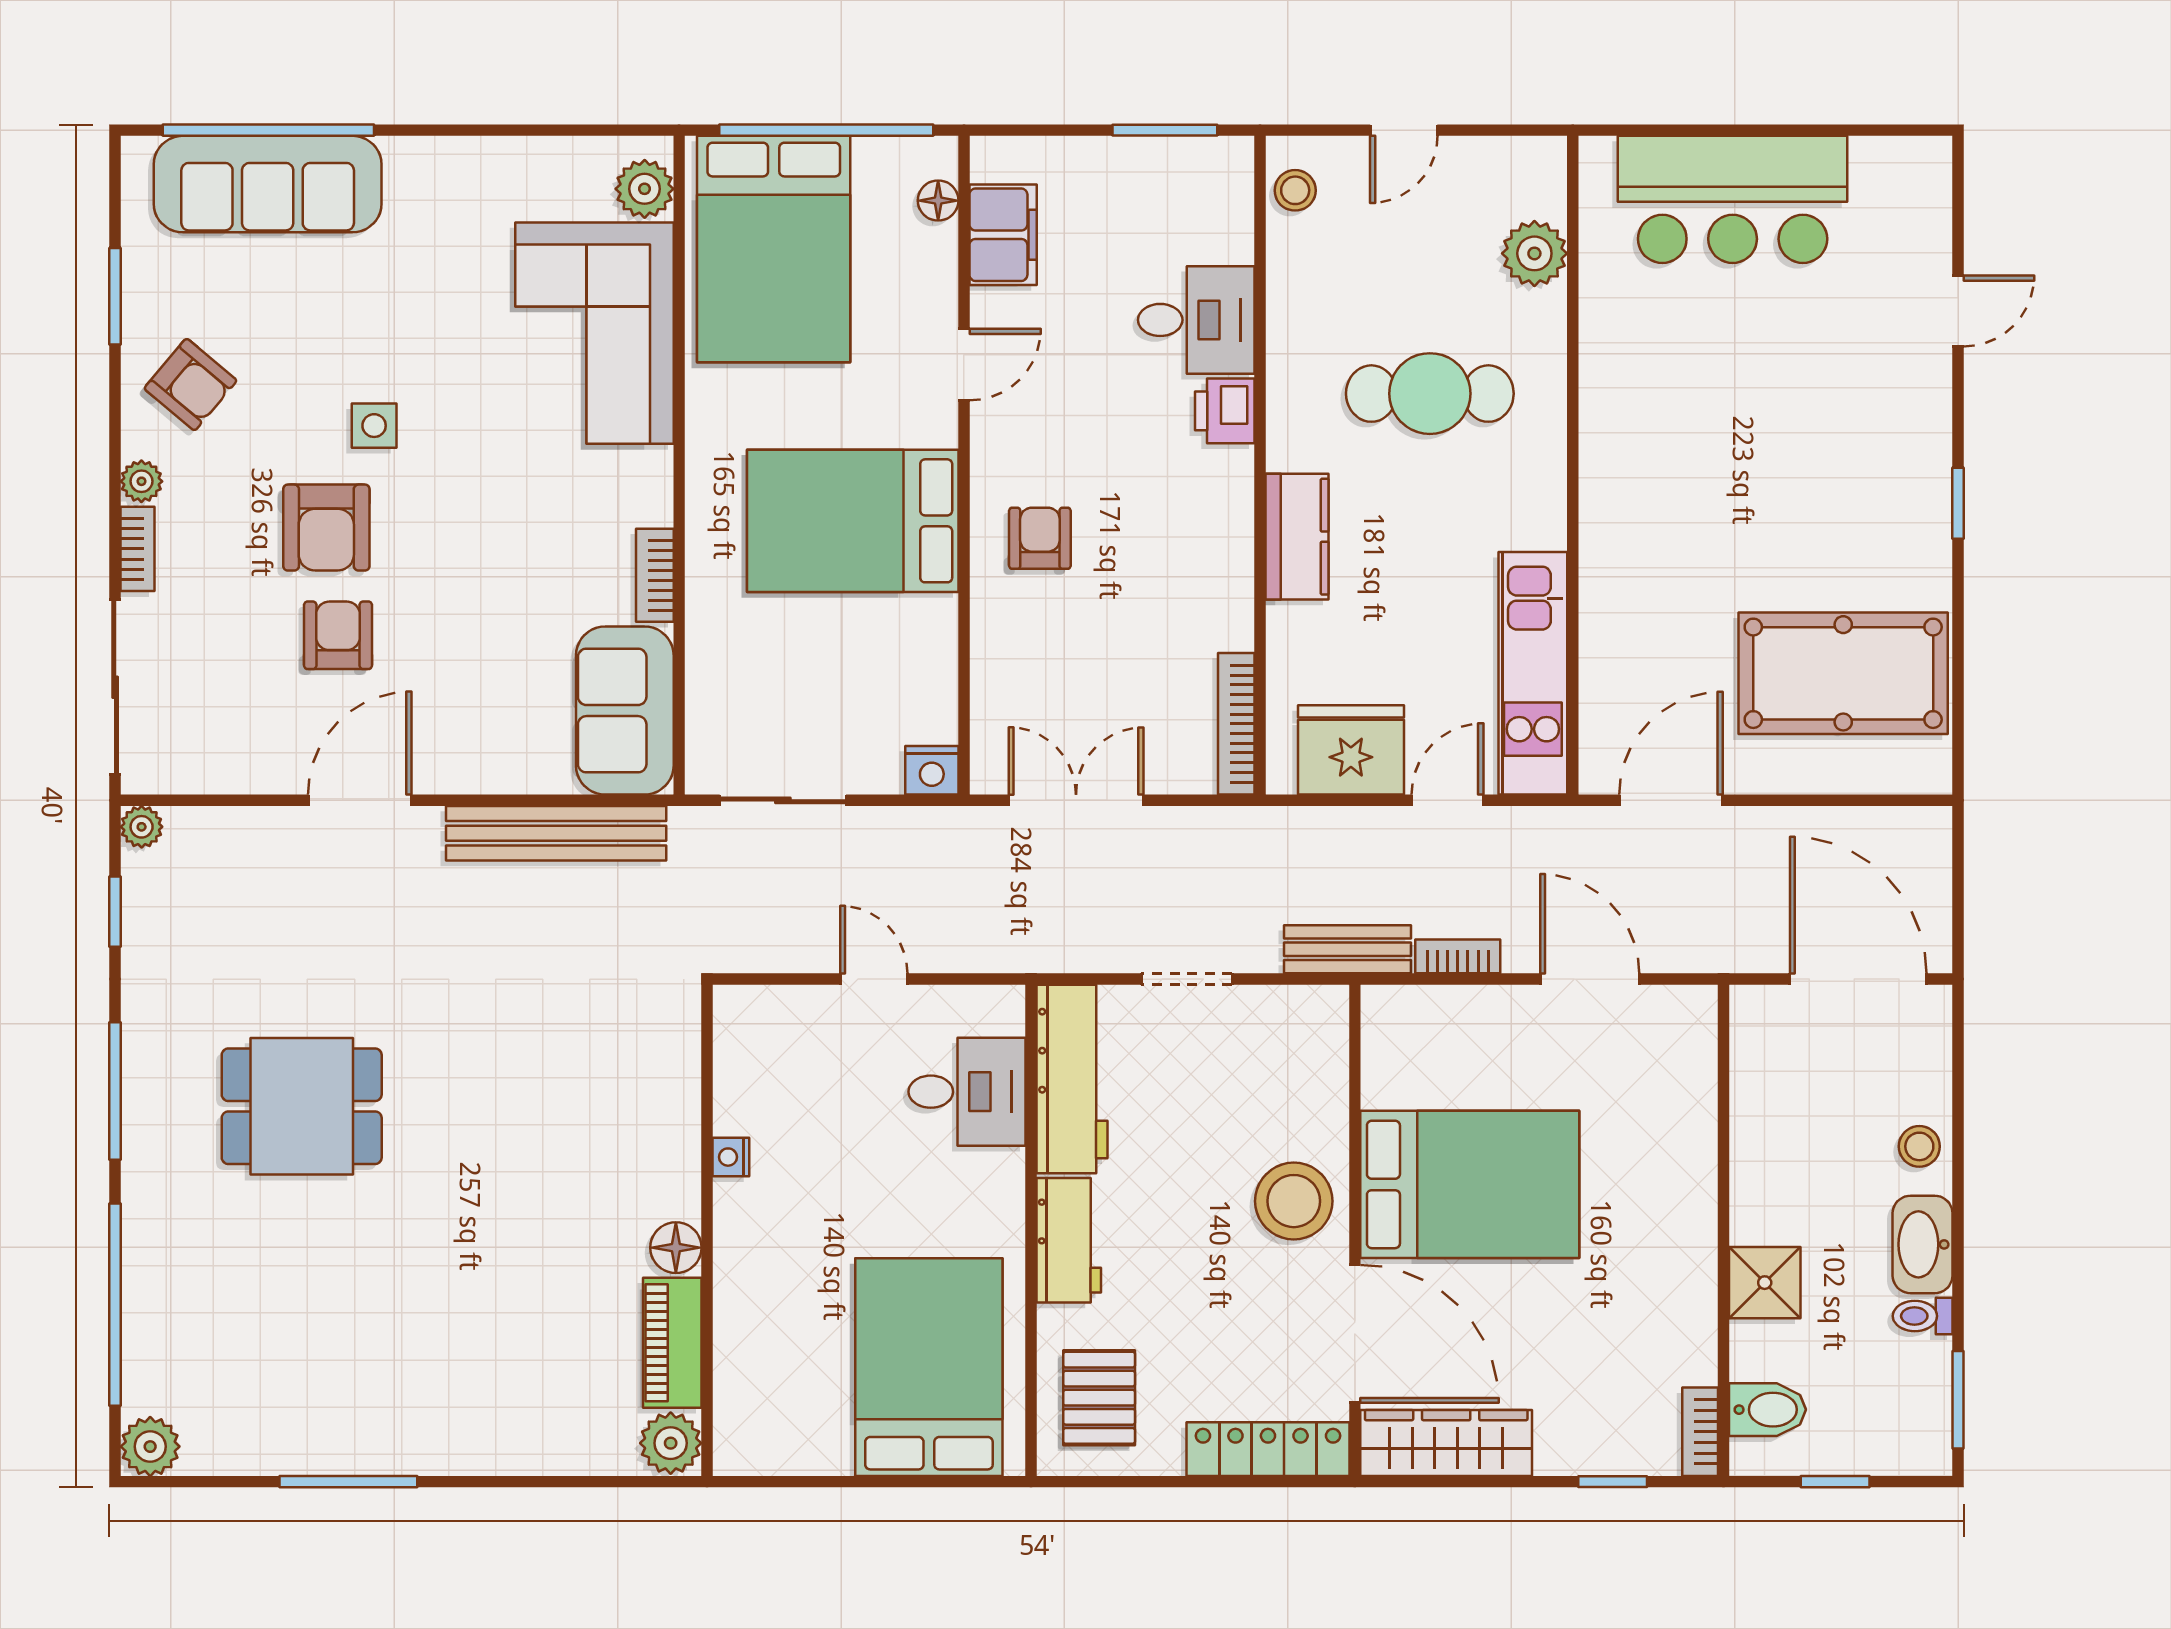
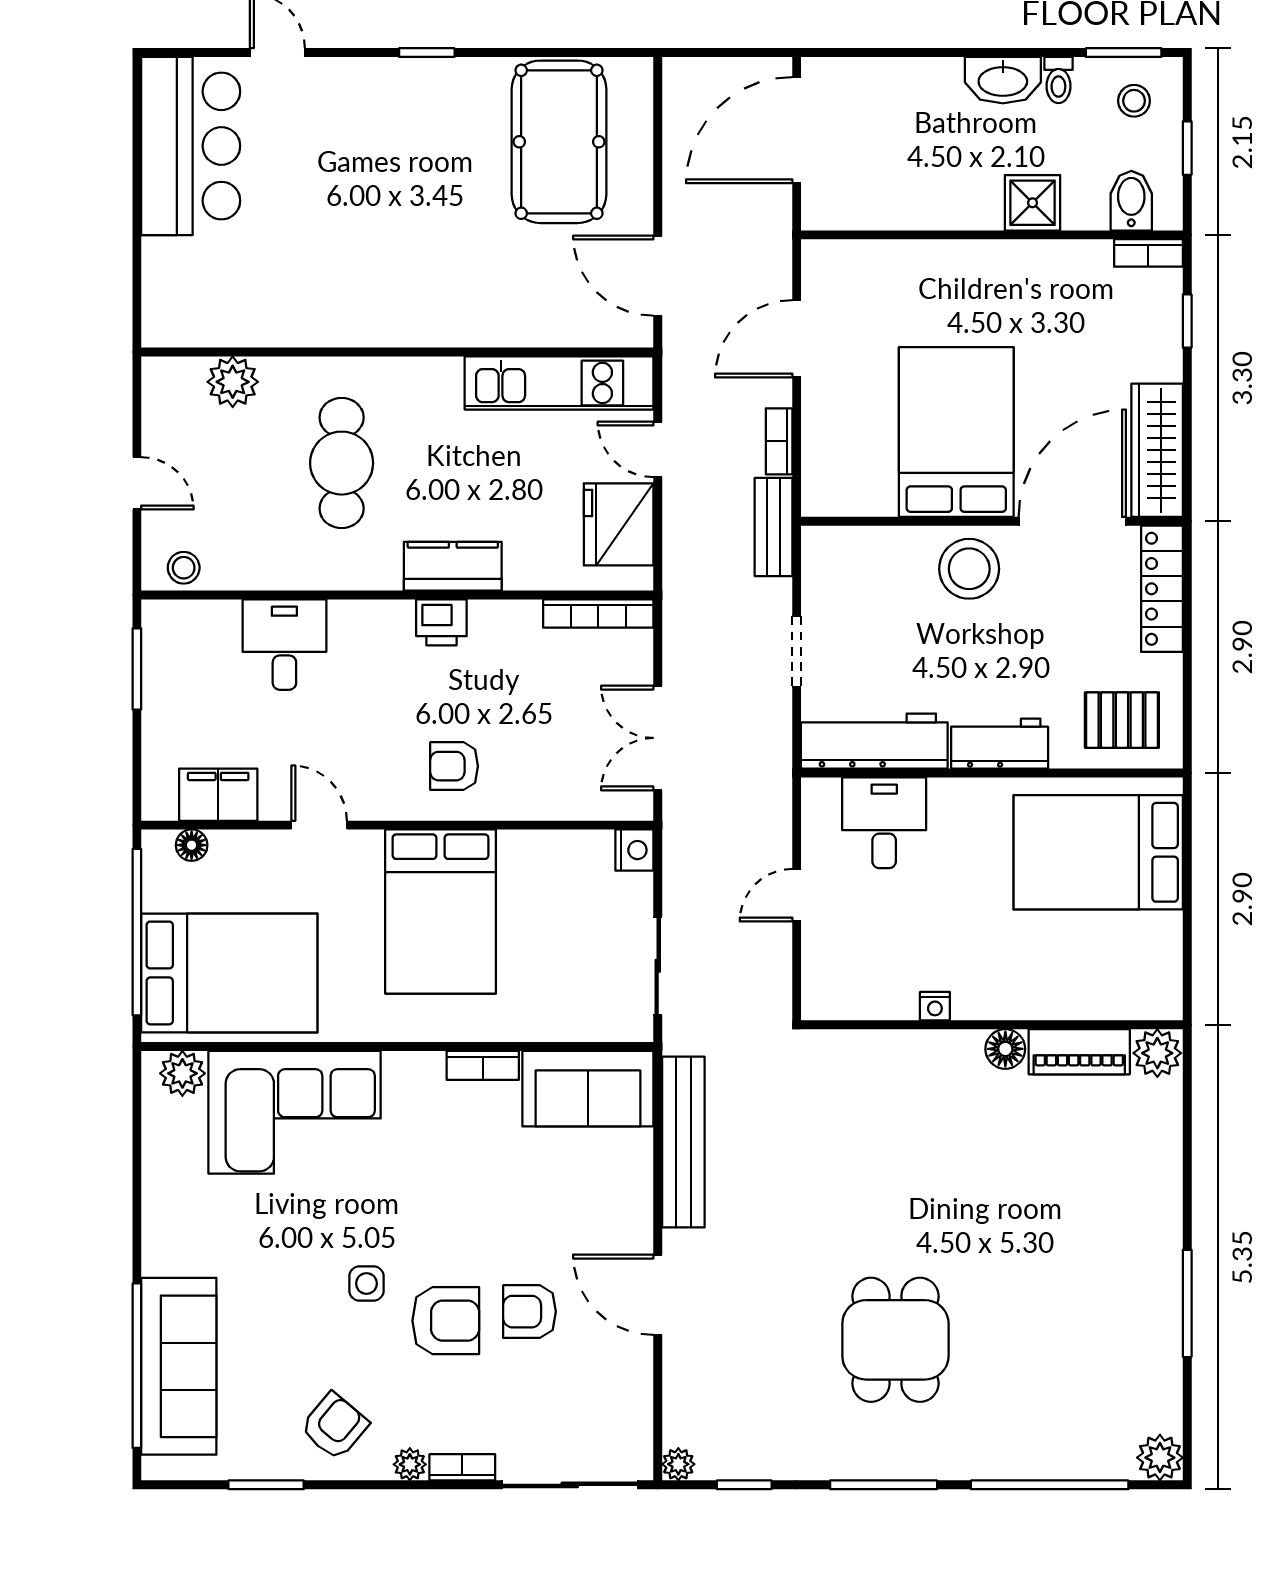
bar counter: (1733, 199) -> (191, 146), moved
printer: (1225, 411) -> (441, 622), moved
stool: (1919, 1146) -> (1134, 101), moved

